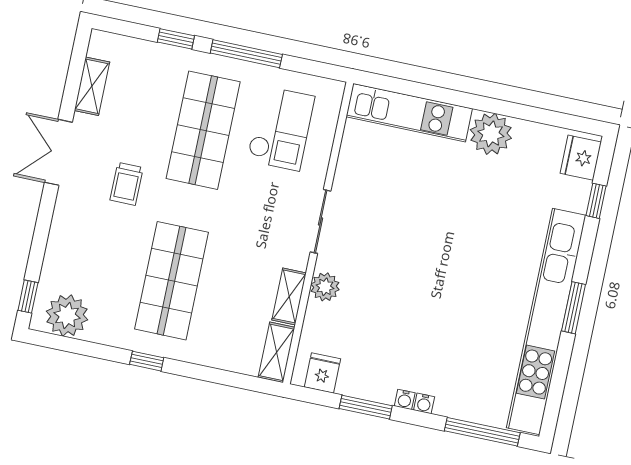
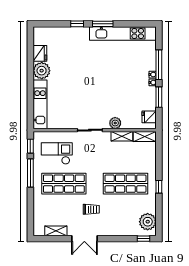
window: (176, 39) -> (30, 146), moved
fridge: (581, 158) -> (40, 53), moved, turned -90
window: (596, 201) -> (77, 24), moved
kitchen unit: (546, 322) -> (122, 33), width x0.73
window: (482, 432) -> (159, 65), moved

